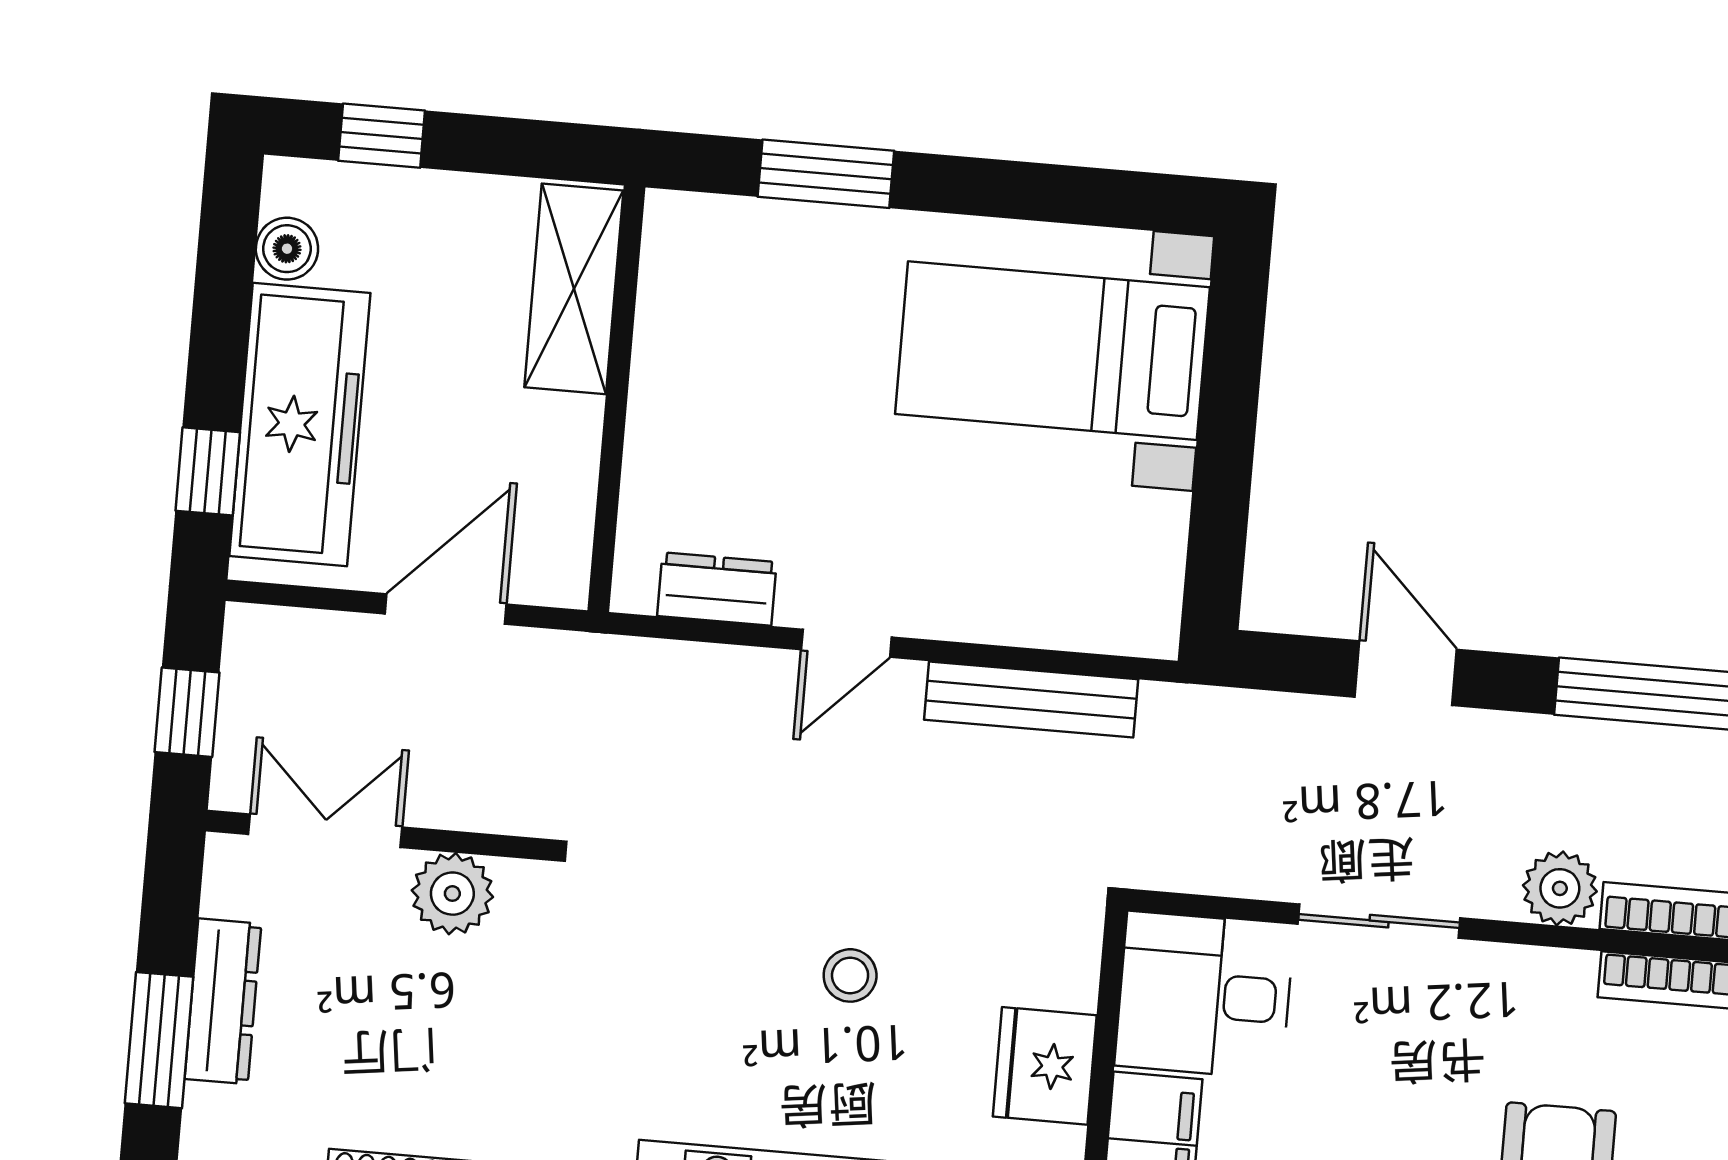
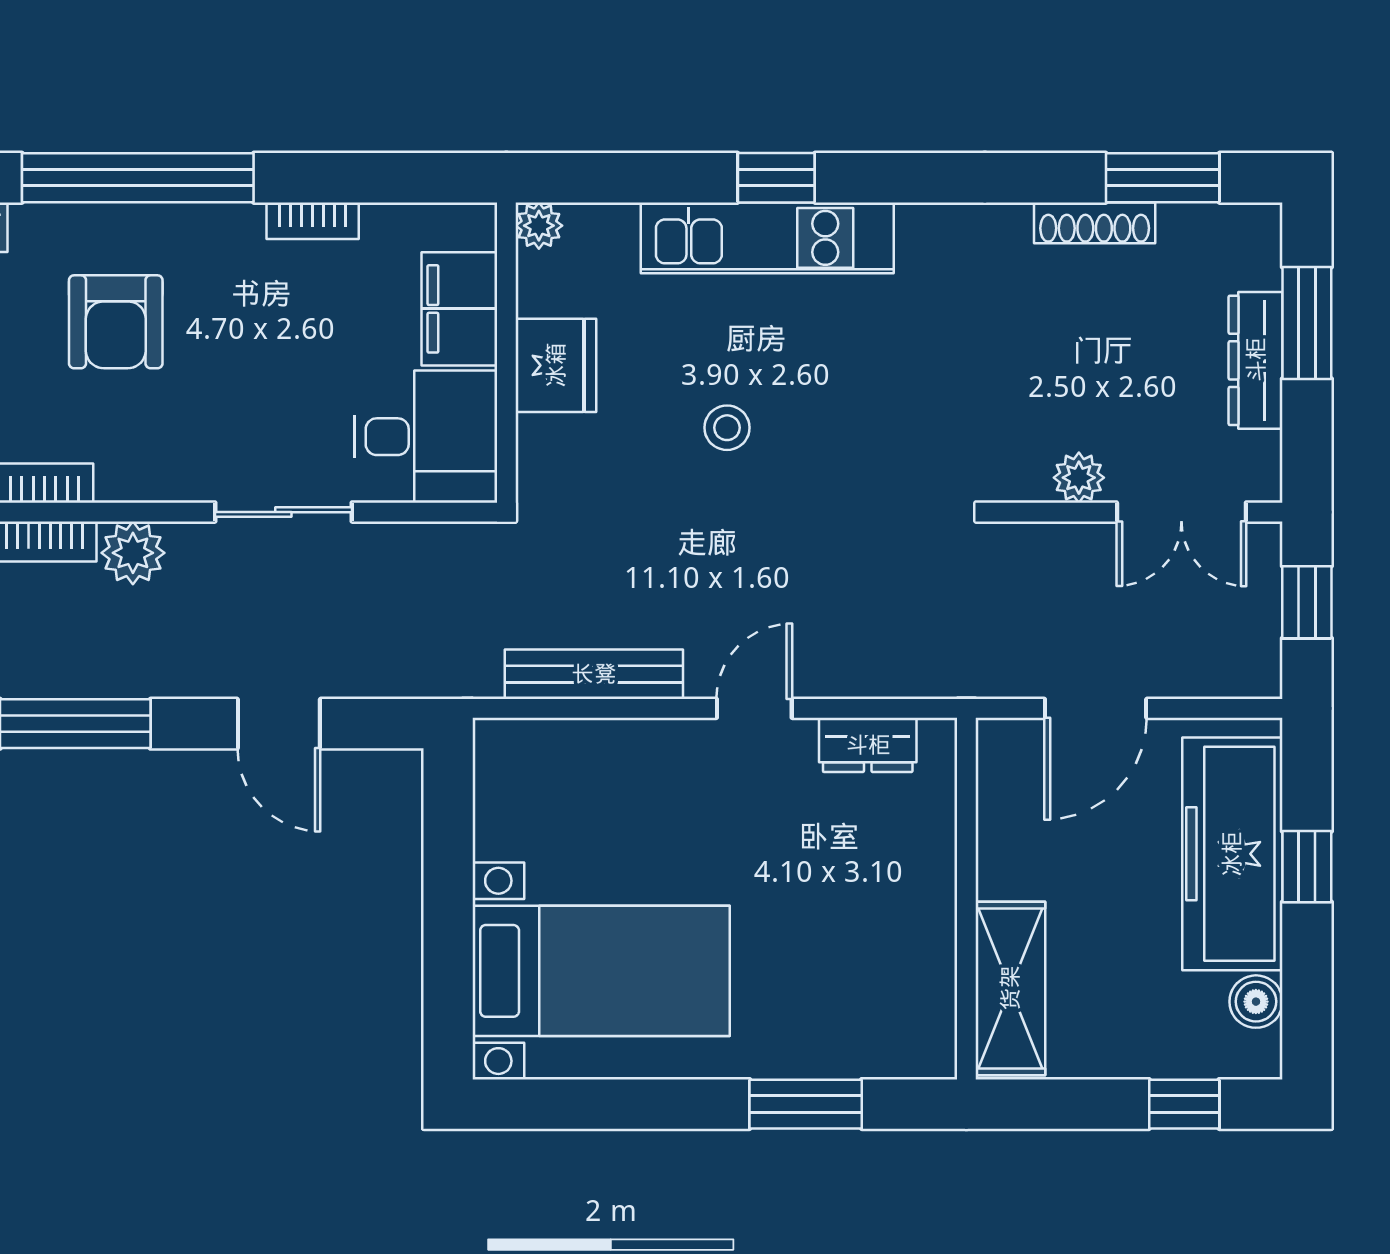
window: (208, 471) -> (1307, 867), moved
plant: (452, 894) -> (1079, 478), width x0.73, depth x0.73

